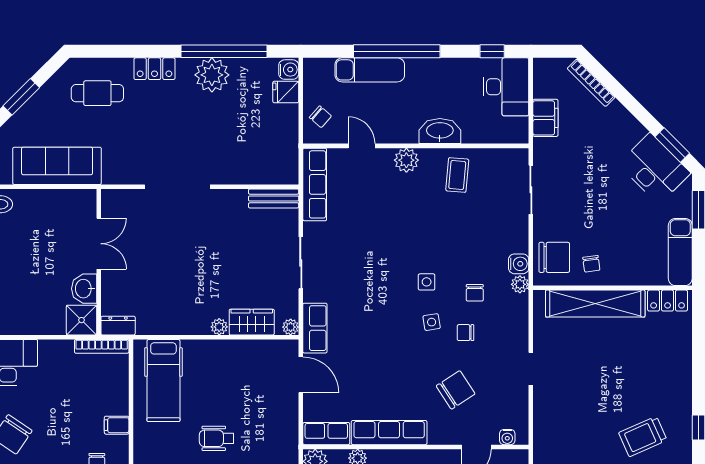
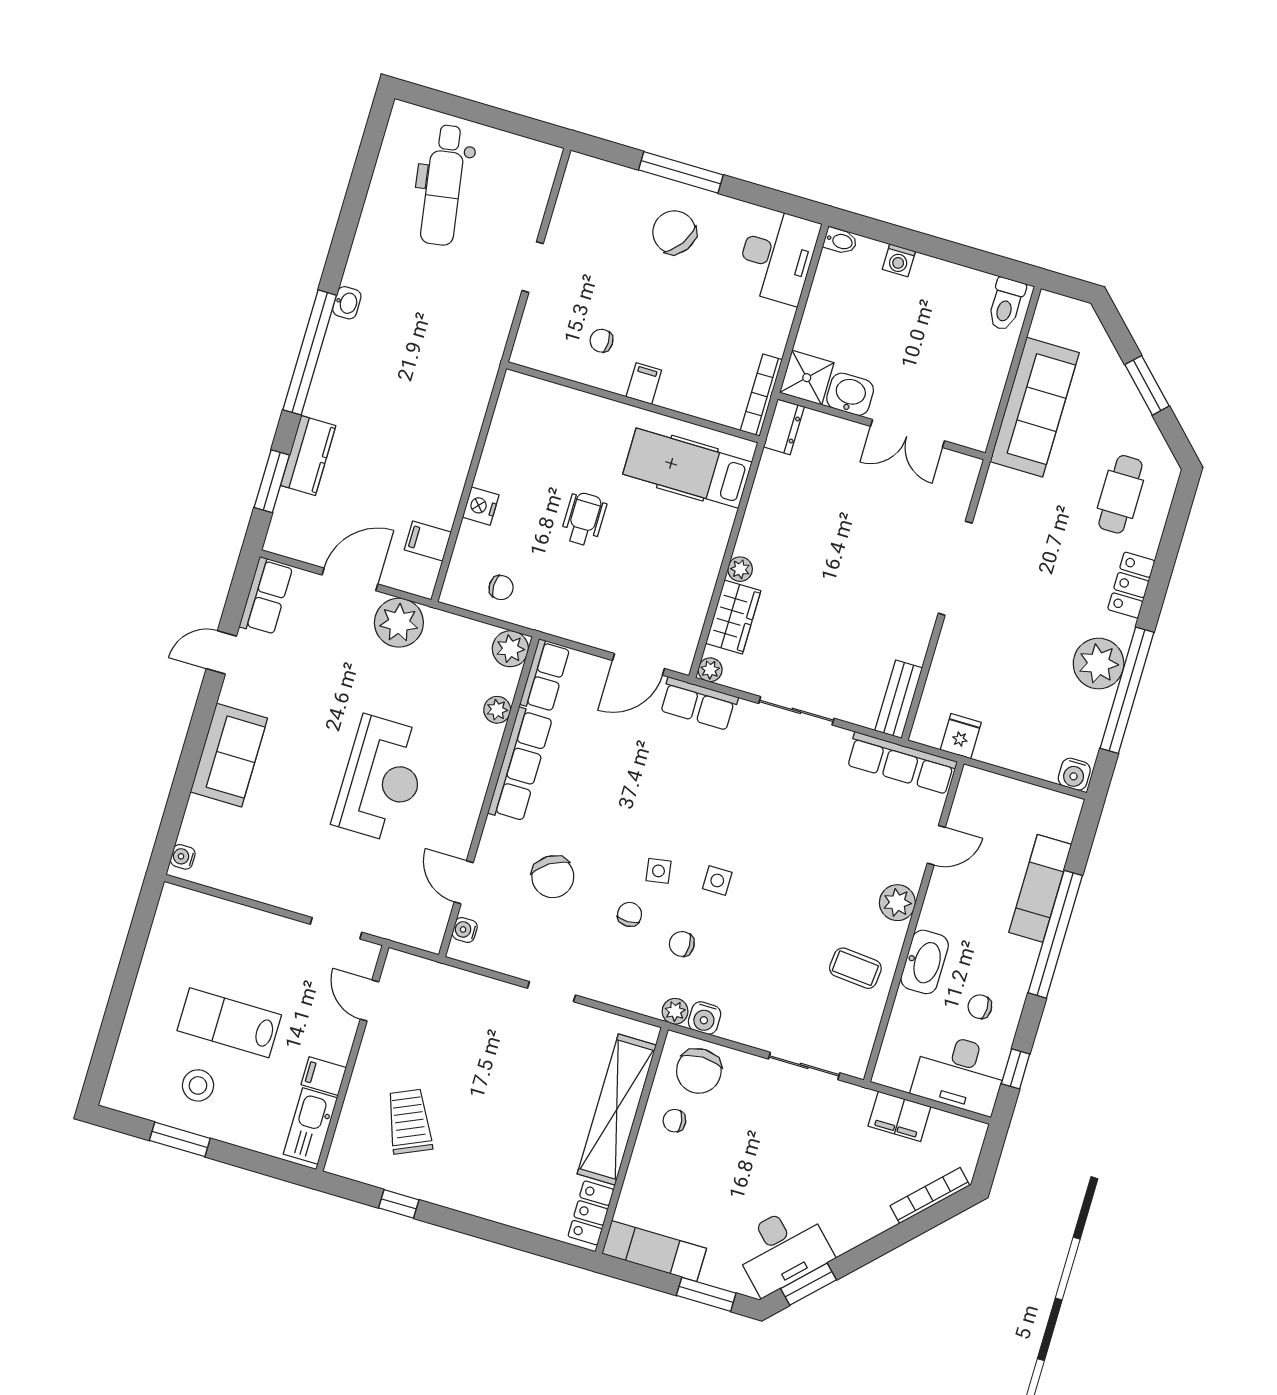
fridge: (286, 92) -> (961, 736), moved
chair: (320, 117) -> (980, 1007), moved, turned 49

